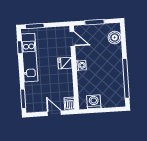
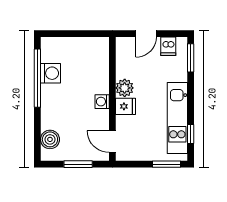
plant: (66, 76) -> (125, 88), added
washing machine: (94, 102) -> (50, 73), moved, turned -90
dishwasher: (69, 104) -> (168, 46), moved
door: (54, 113) -> (146, 34), hinge flipped

